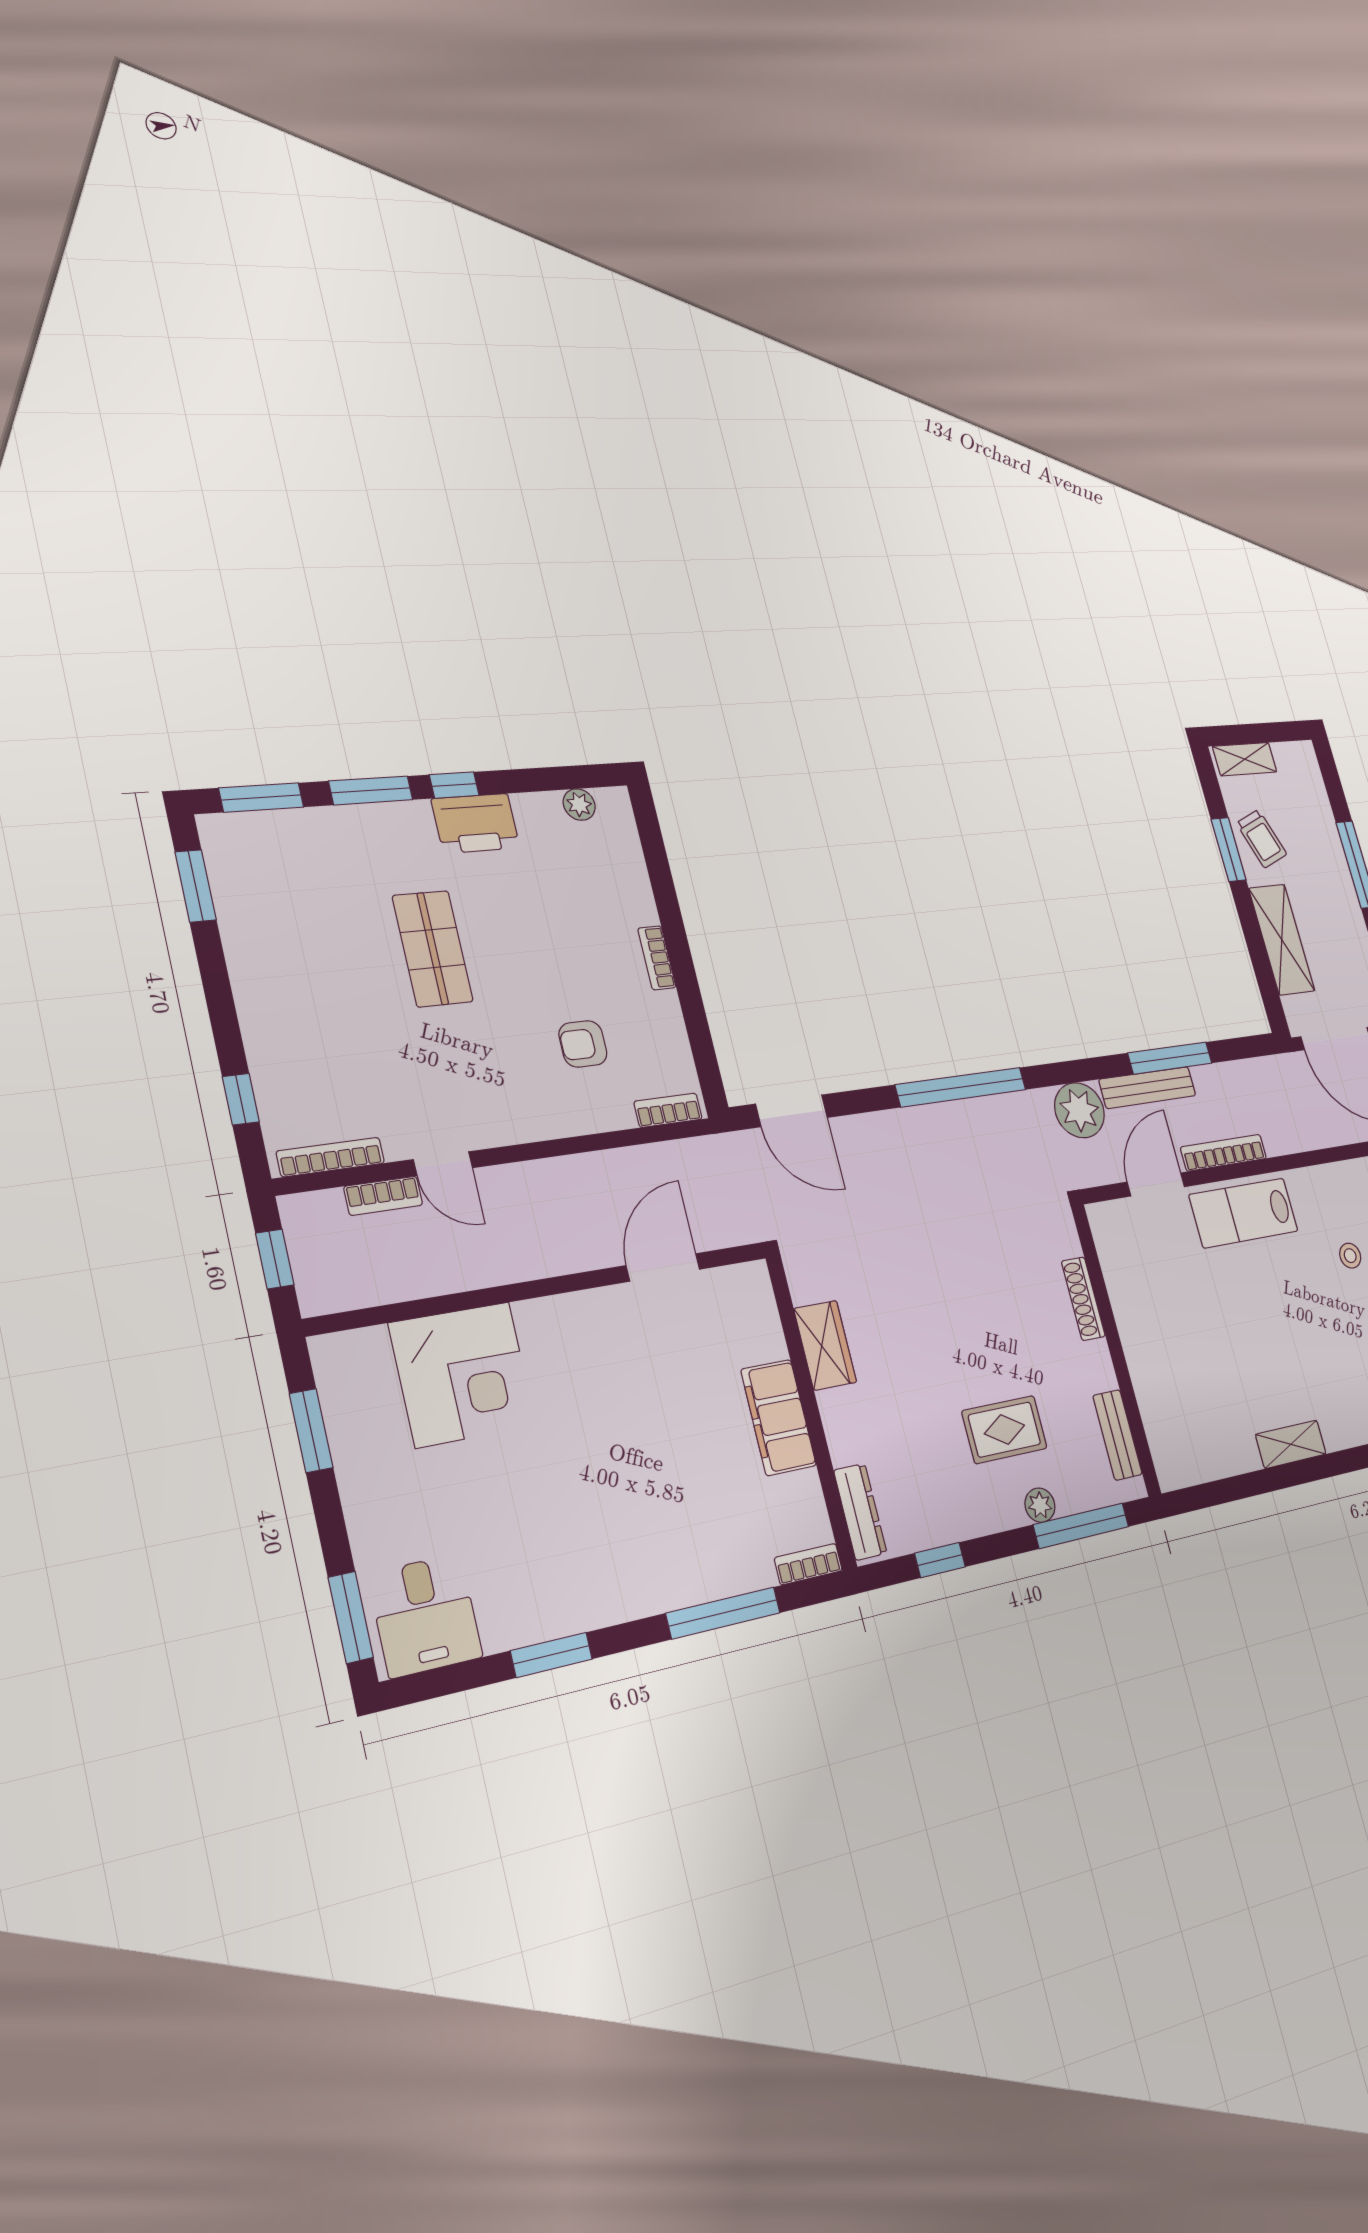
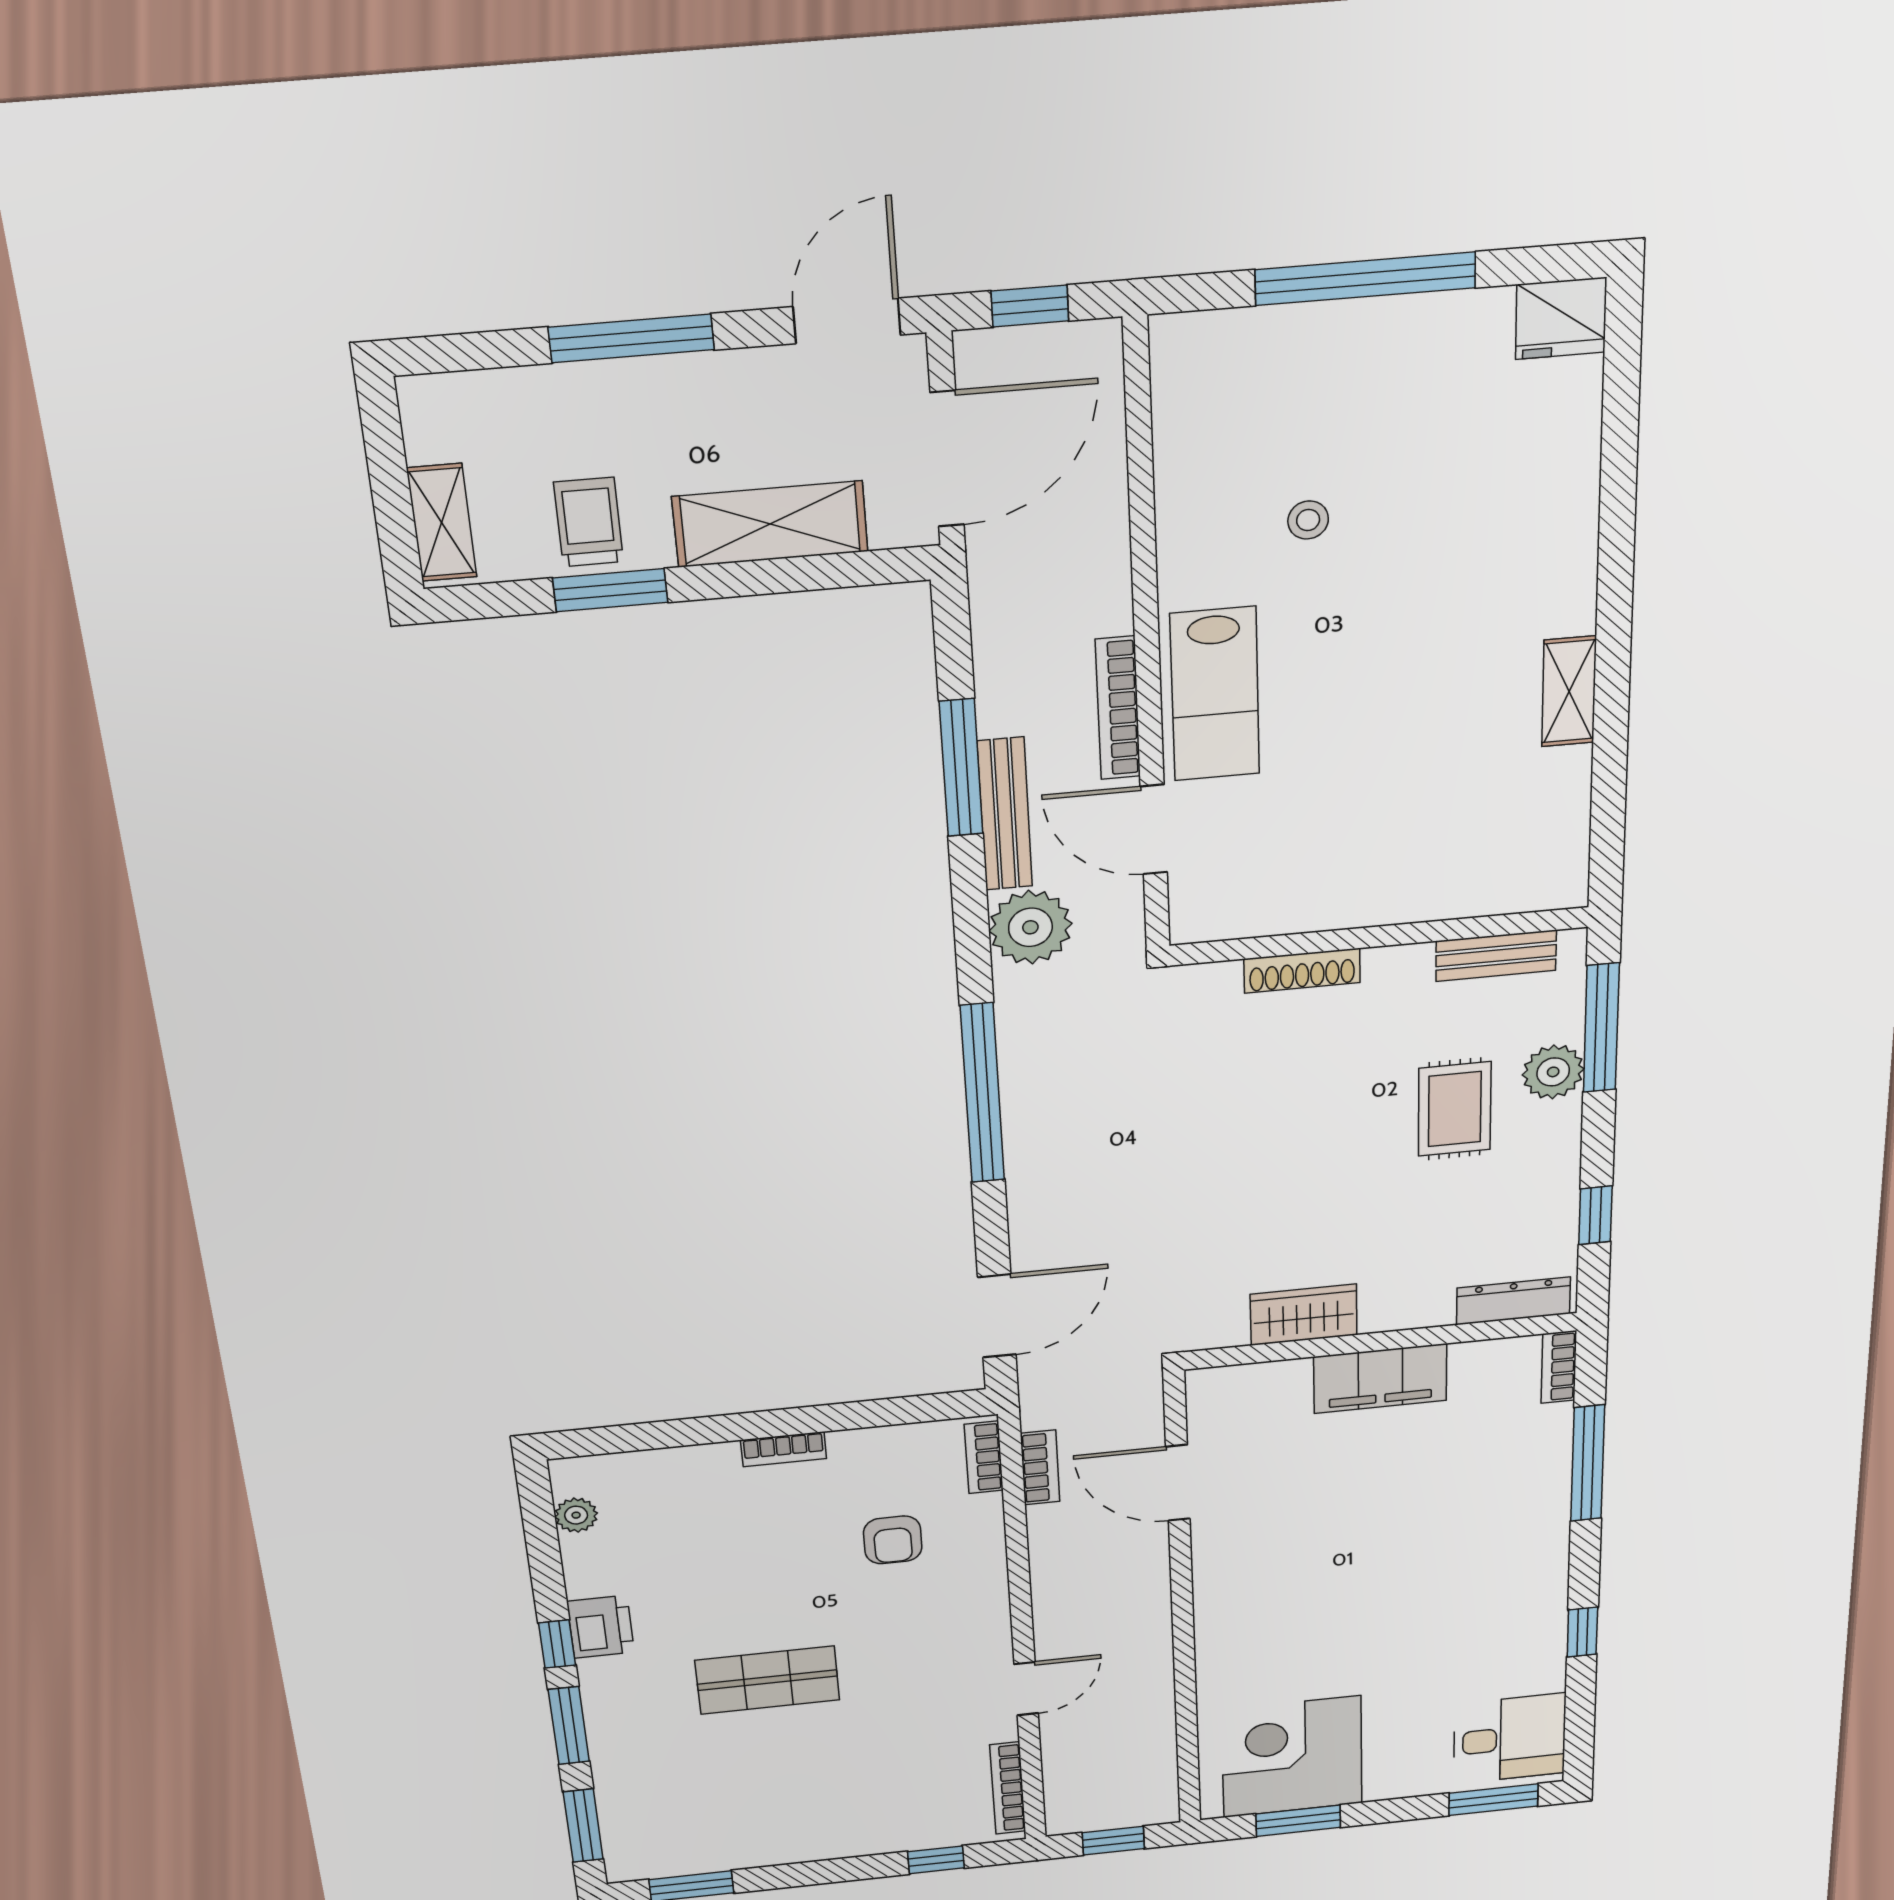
printer: (476, 823) -> (601, 1627), width x0.73, depth x0.84
trolley: (1262, 839) -> (589, 522), turned -69
bookcase: (383, 1196) -> (1040, 1467), moved
corner desk: (463, 1374) -> (1292, 1757), moved, turned -90
plant: (1040, 1505) -> (1553, 1072), width x1.38, depth x1.38
window: (551, 1655) -> (1582, 1632), width x0.67

